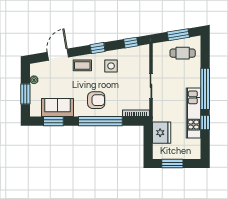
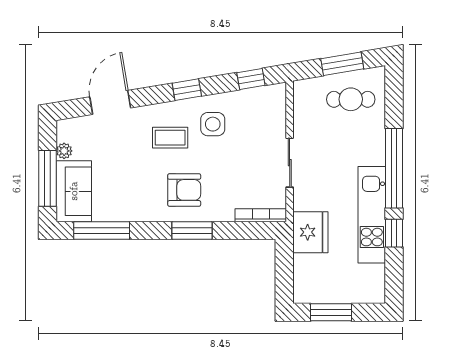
coffee table: (82, 65) -> (170, 138), moved
window: (25, 94) -> (47, 178), width x1.44
sofa: (58, 107) -> (74, 191), moved, turned 90
window: (53, 121) -> (102, 230), width x1.44
window: (100, 121) -> (192, 230), width x0.47
fridge: (162, 133) -> (310, 232), moved

